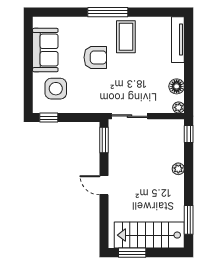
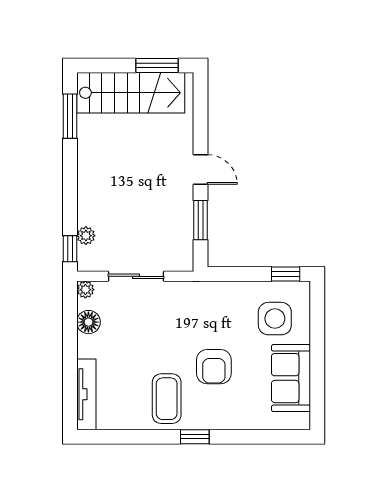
window: (108, 12) -> (195, 437), width x0.46
armchair: (95, 57) -> (214, 367), turned -90
sliding door: (130, 116) -> (136, 276), moved
window: (104, 140) -> (200, 220), moved
plant: (178, 169) -> (86, 236), moved

